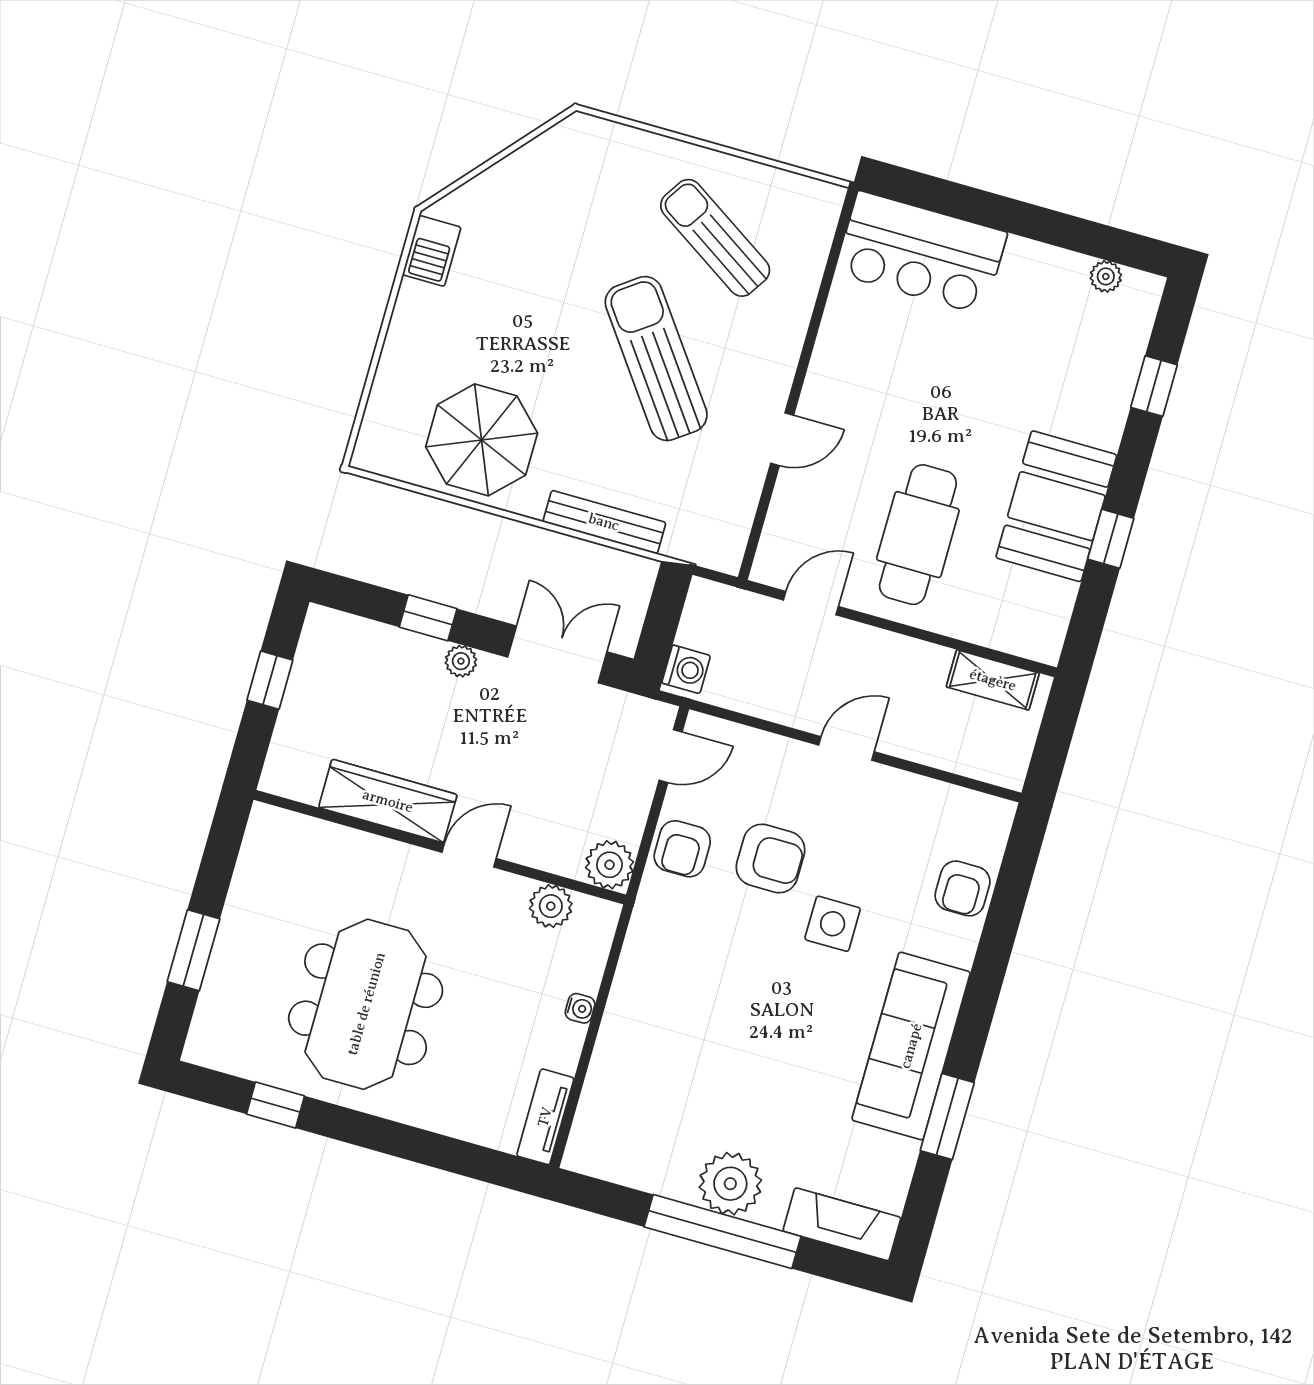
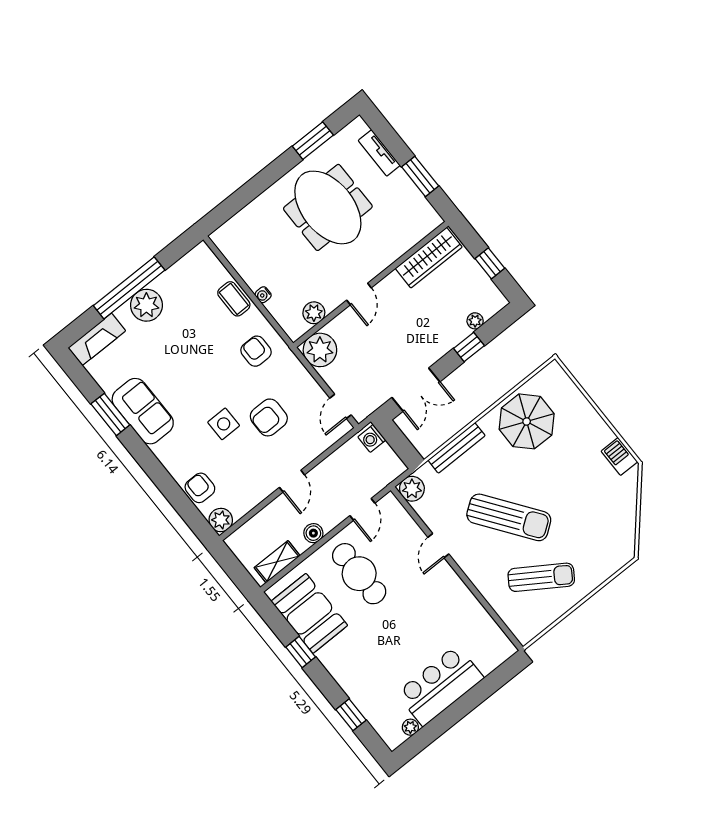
bar counter: (921, 253) -> (440, 685), moved
booth: (1056, 506) -> (309, 613), moved
plant: (721, 547) -> (412, 489), added
boiler: (905, 654) -> (313, 533), added
plant: (461, 661) -> (475, 321), moved
wardrobe: (388, 801) -> (429, 258), moved
plant: (990, 818) -> (221, 520), added
armchair: (682, 849) -> (256, 351), moved
plant: (610, 865) -> (320, 350), width x1.36, depth x1.36
window: (193, 950) -> (420, 176), moved
sofa: (911, 1046) -> (143, 411), width x0.73
coffee table: (620, 1051) -> (234, 299), added
window: (275, 1105) -> (313, 141), width x1.50
tv unit: (545, 1117) -> (379, 153), moved, turned 180

